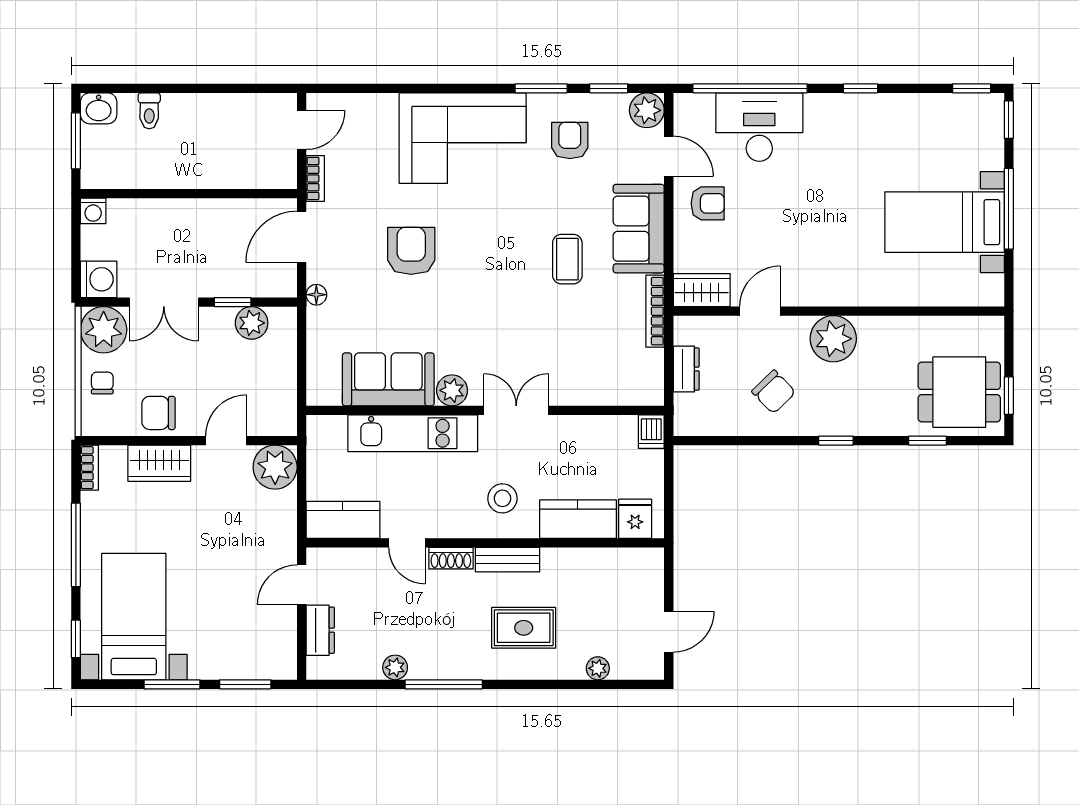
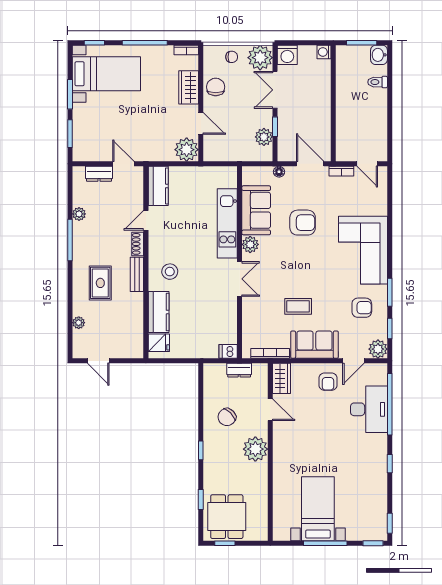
sofa: (388, 379) -> (256, 210), moved
plant: (452, 390) -> (250, 244), moved
wall: (485, 410) -> (240, 262), moved
double door: (516, 410) -> (240, 279), moved
dishwasher: (651, 432) -> (228, 351), moved
kitchen unit: (413, 433) -> (227, 223), moved

